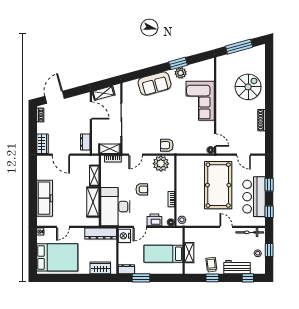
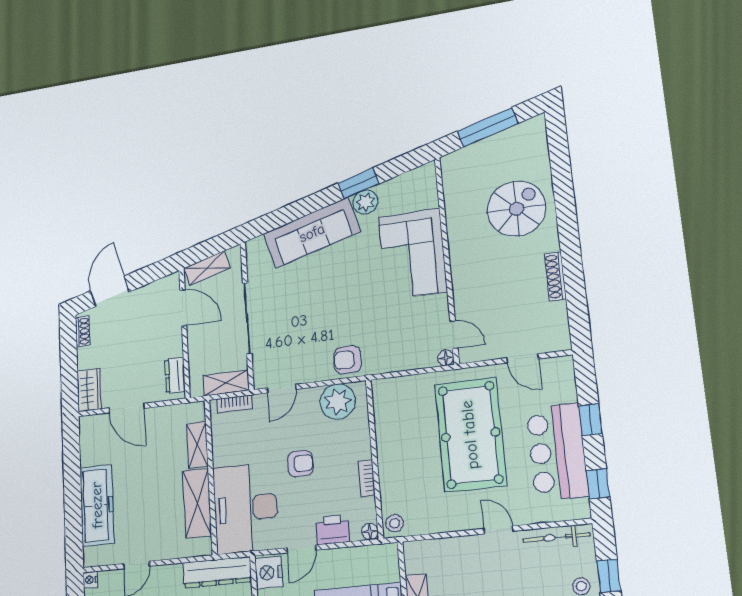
sofa: (155, 84) -> (312, 233), width x1.36

